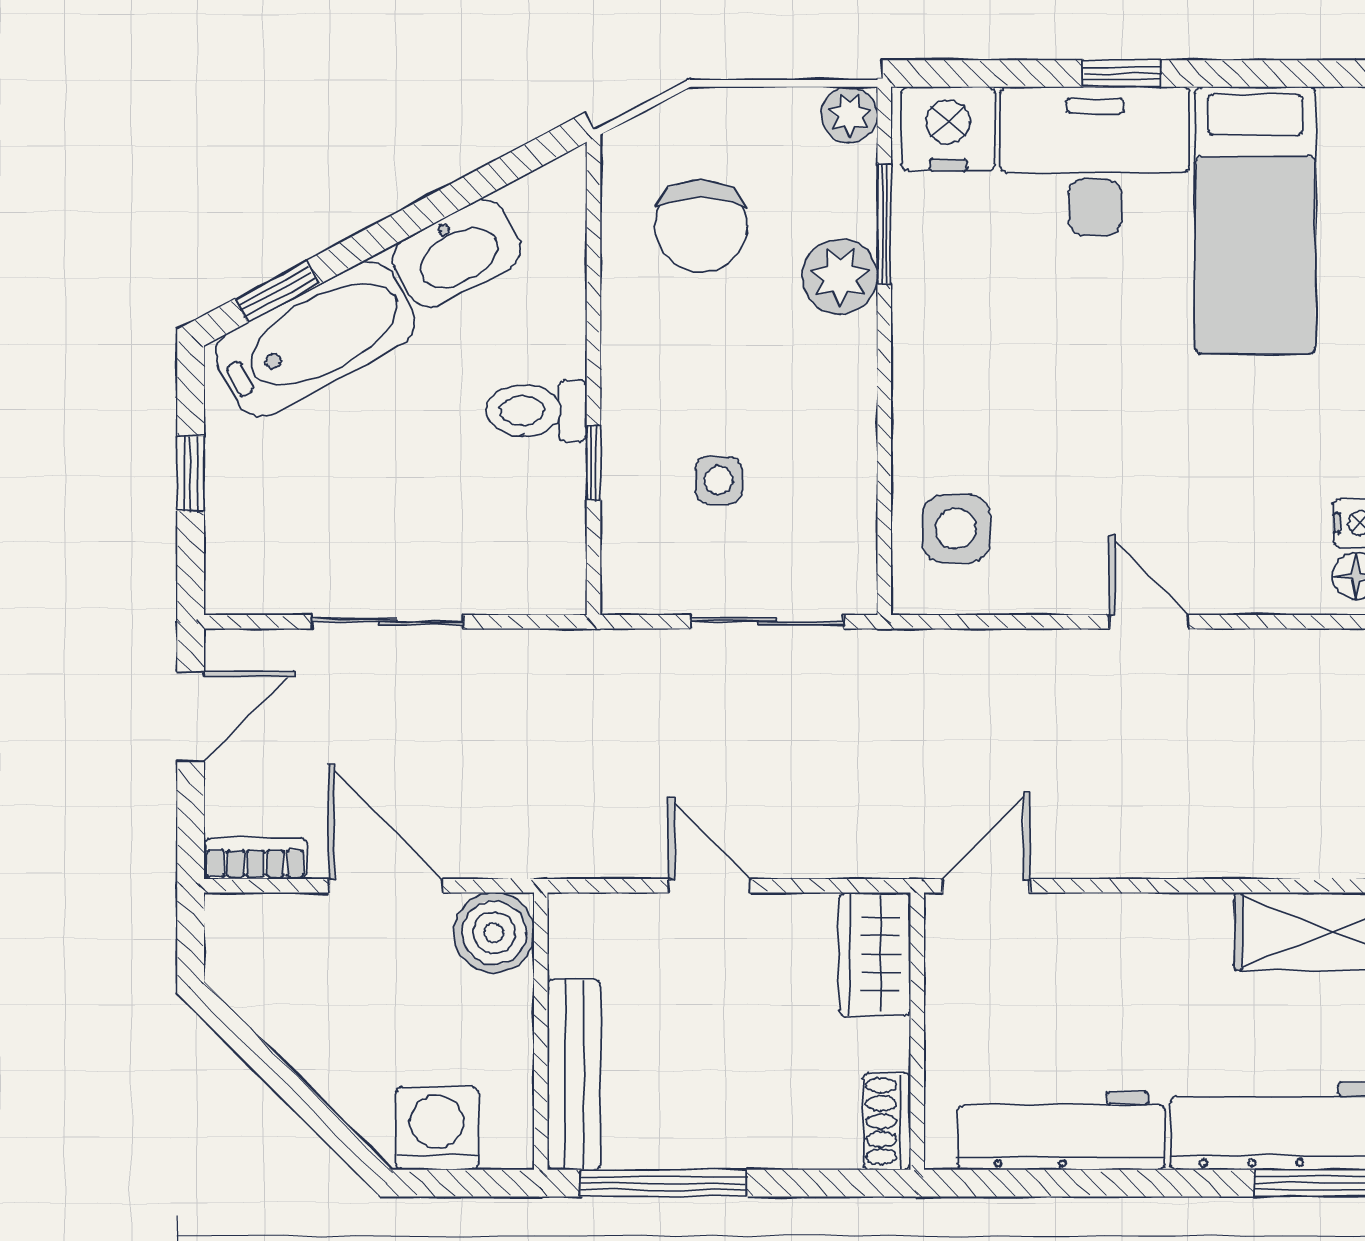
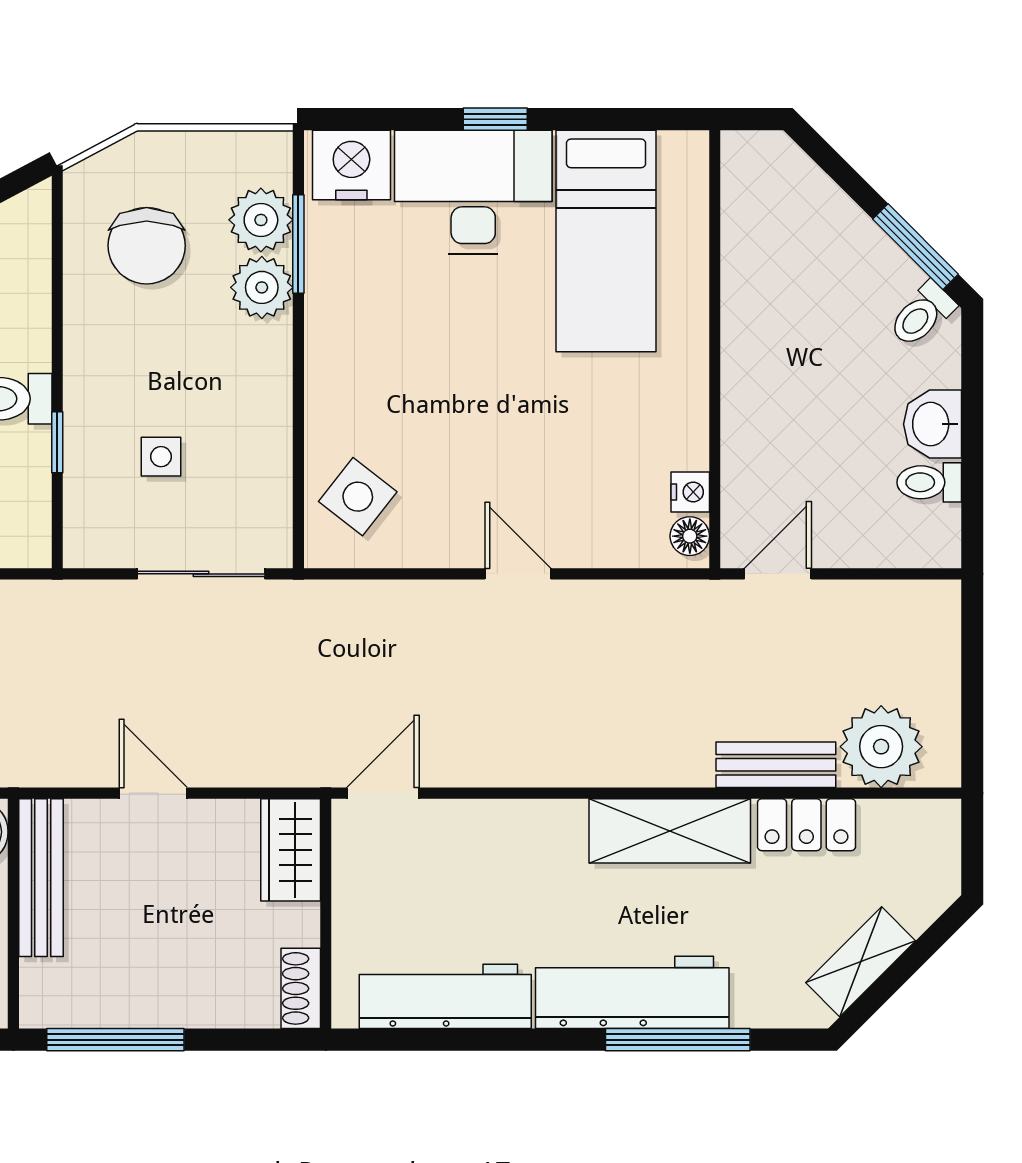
plant: (850, 115) -> (261, 220), moved, width x1.38, depth x1.38
side table: (956, 528) -> (358, 497), turned 38
bench: (574, 1075) -> (41, 878), moved

